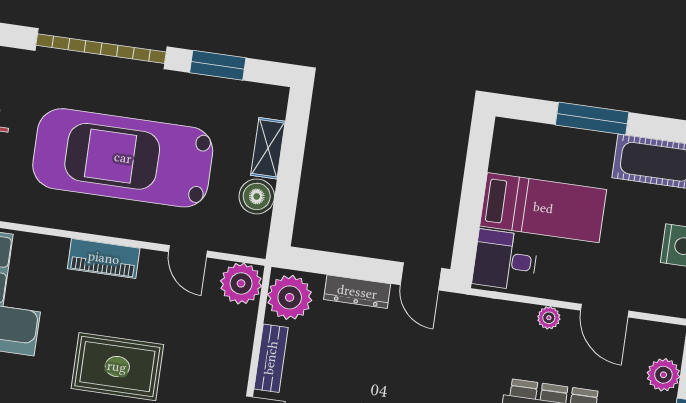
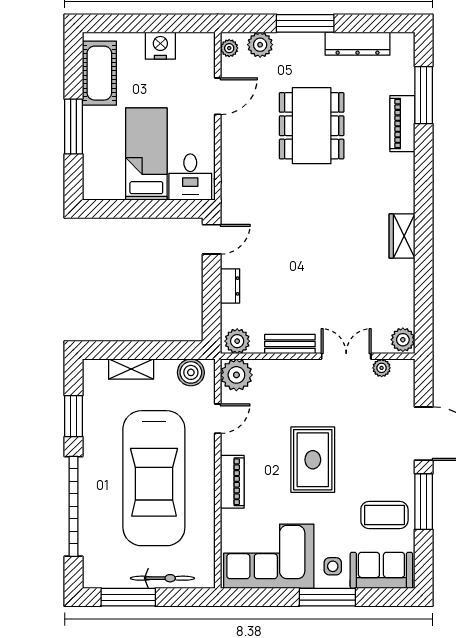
boiler: (257, 196) -> (191, 372), moved
dresser: (357, 292) -> (230, 286), width x0.70
plant: (290, 297) -> (237, 341), width x0.73, depth x0.73
plant: (549, 318) -> (229, 48), moved

